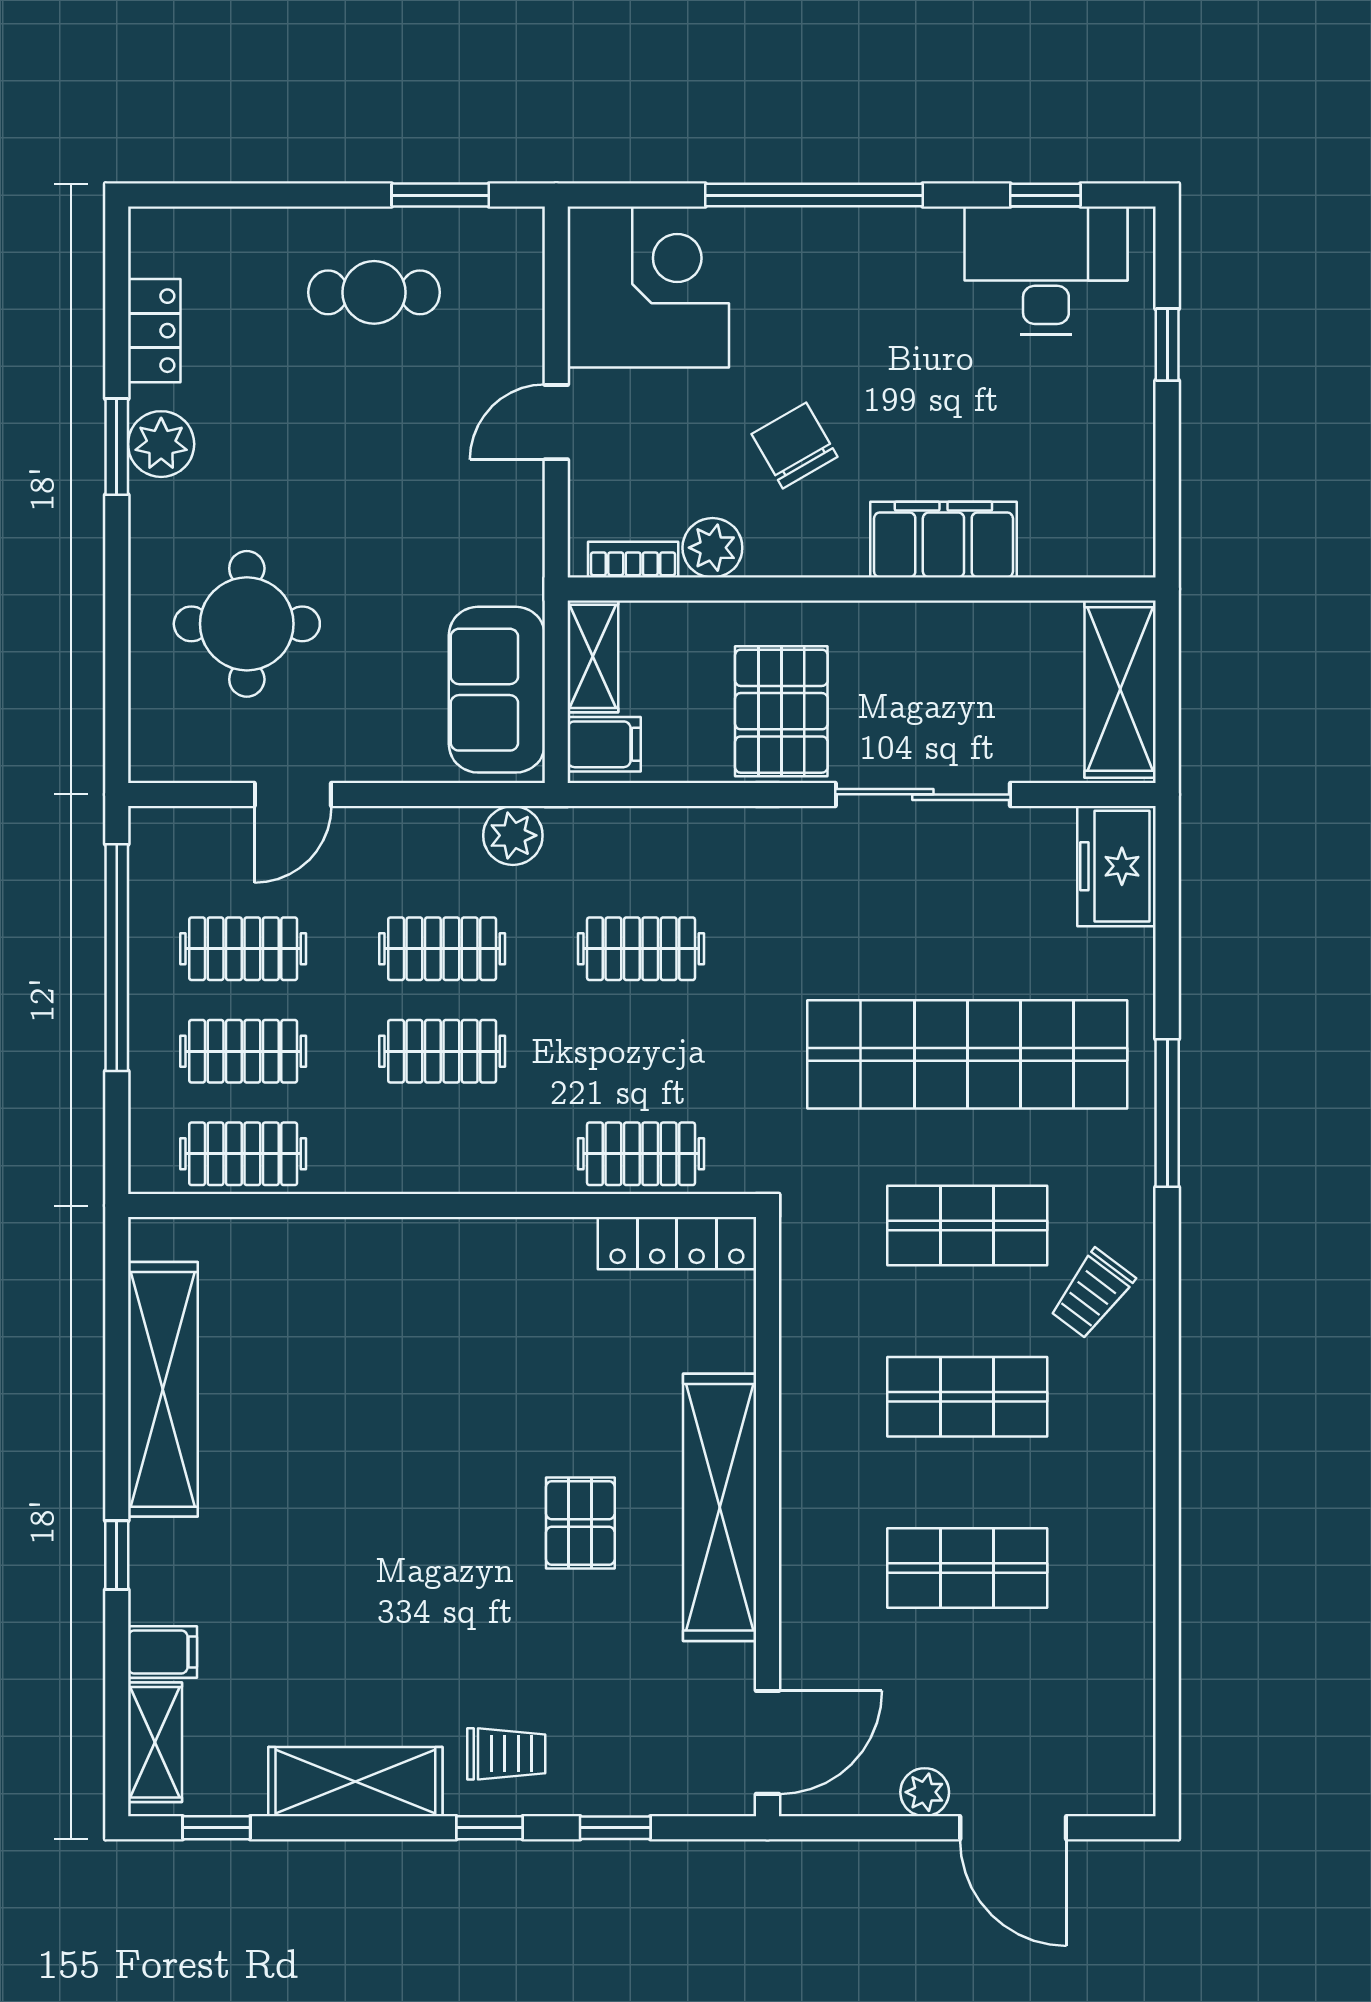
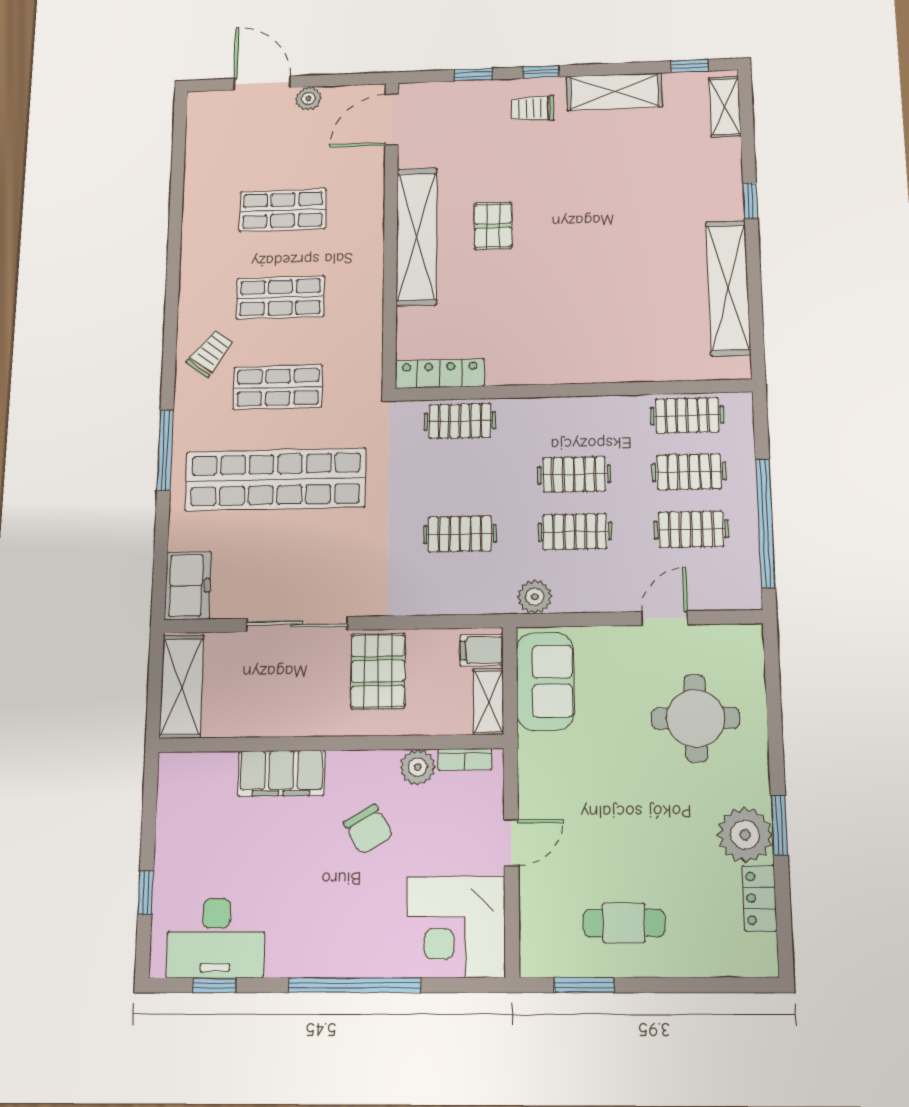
plant: (161, 444) -> (745, 835), width x1.36, depth x1.36
filing cabinet: (163, 1652) -> (723, 152), removed

